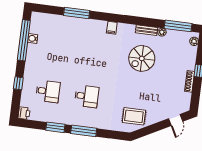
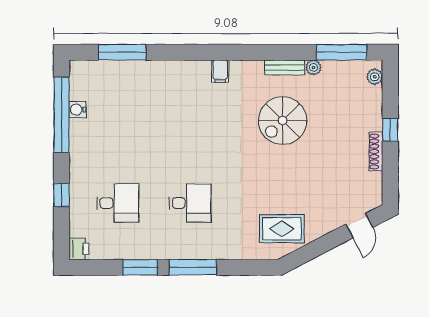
window: (77, 13) -> (122, 52), moved

